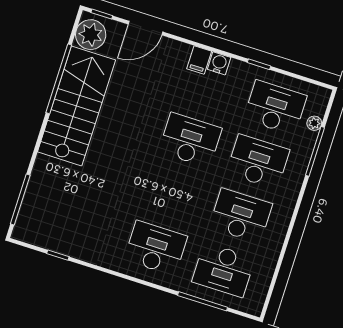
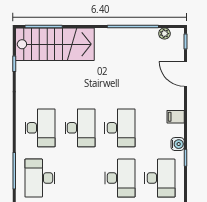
plant: (91, 35) -> (164, 34), width x0.53, depth x0.53
water cooler: (219, 63) -> (178, 144), moved
stairs: (76, 106) -> (55, 44), moved
desk: (241, 216) -> (80, 128), moved

